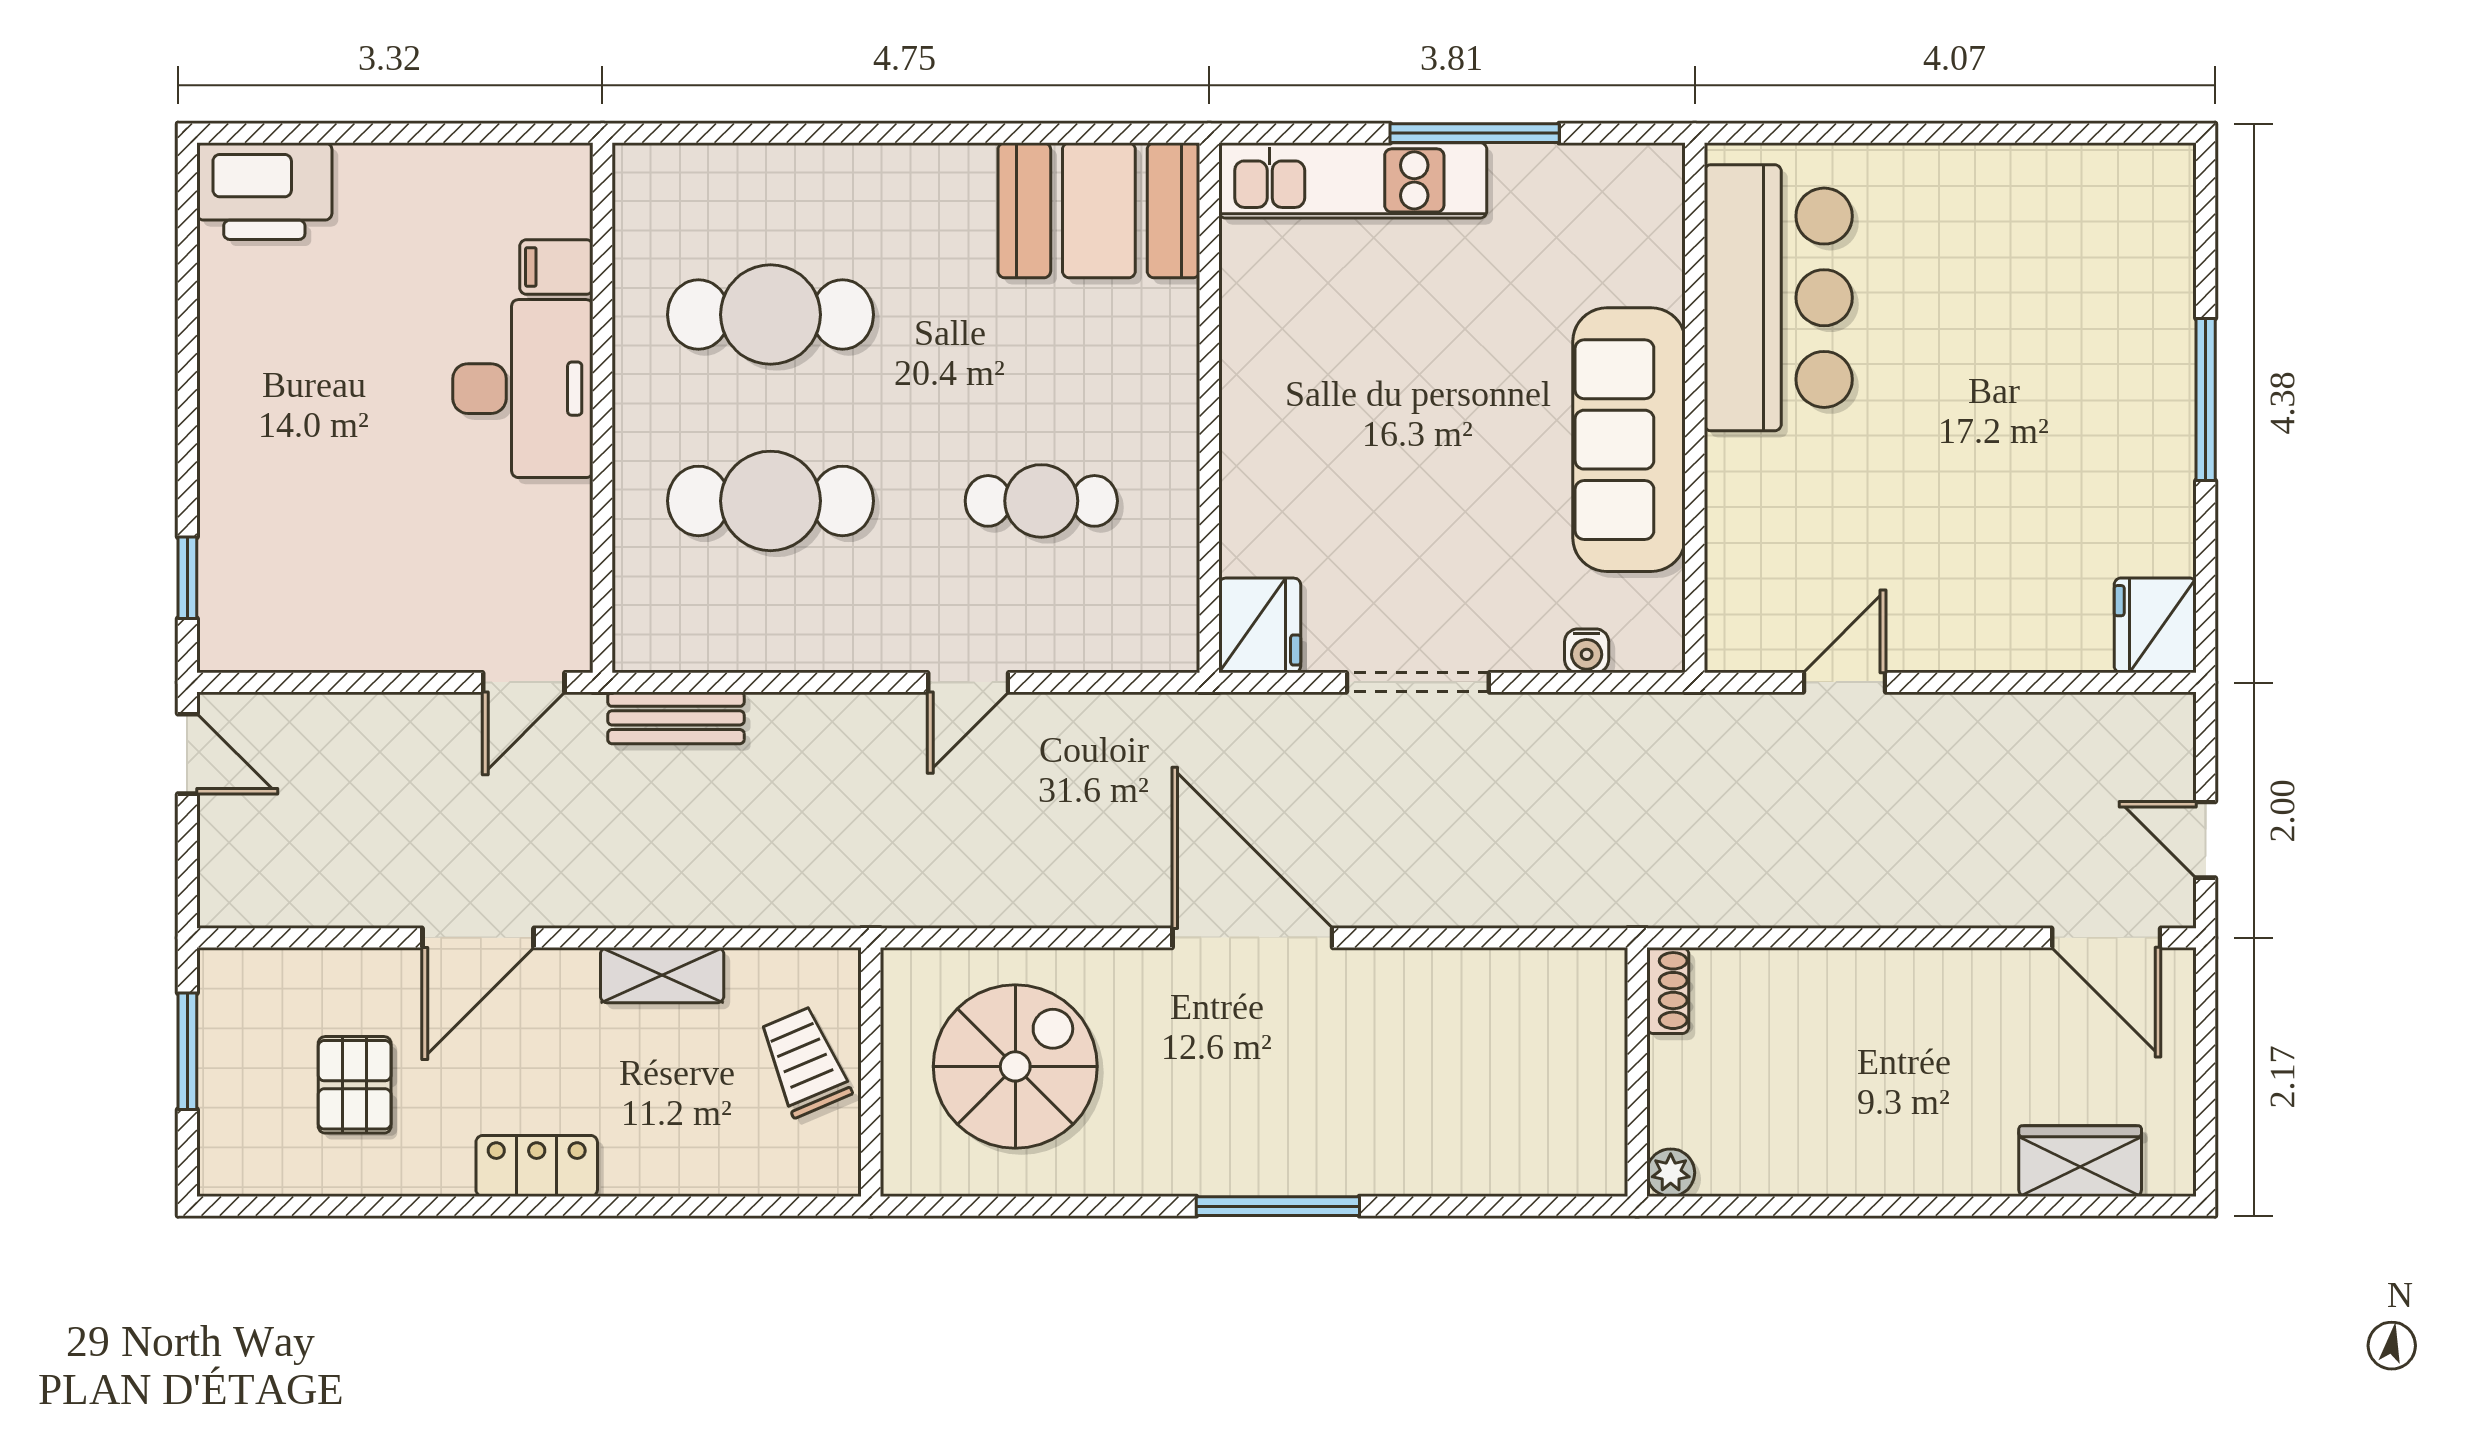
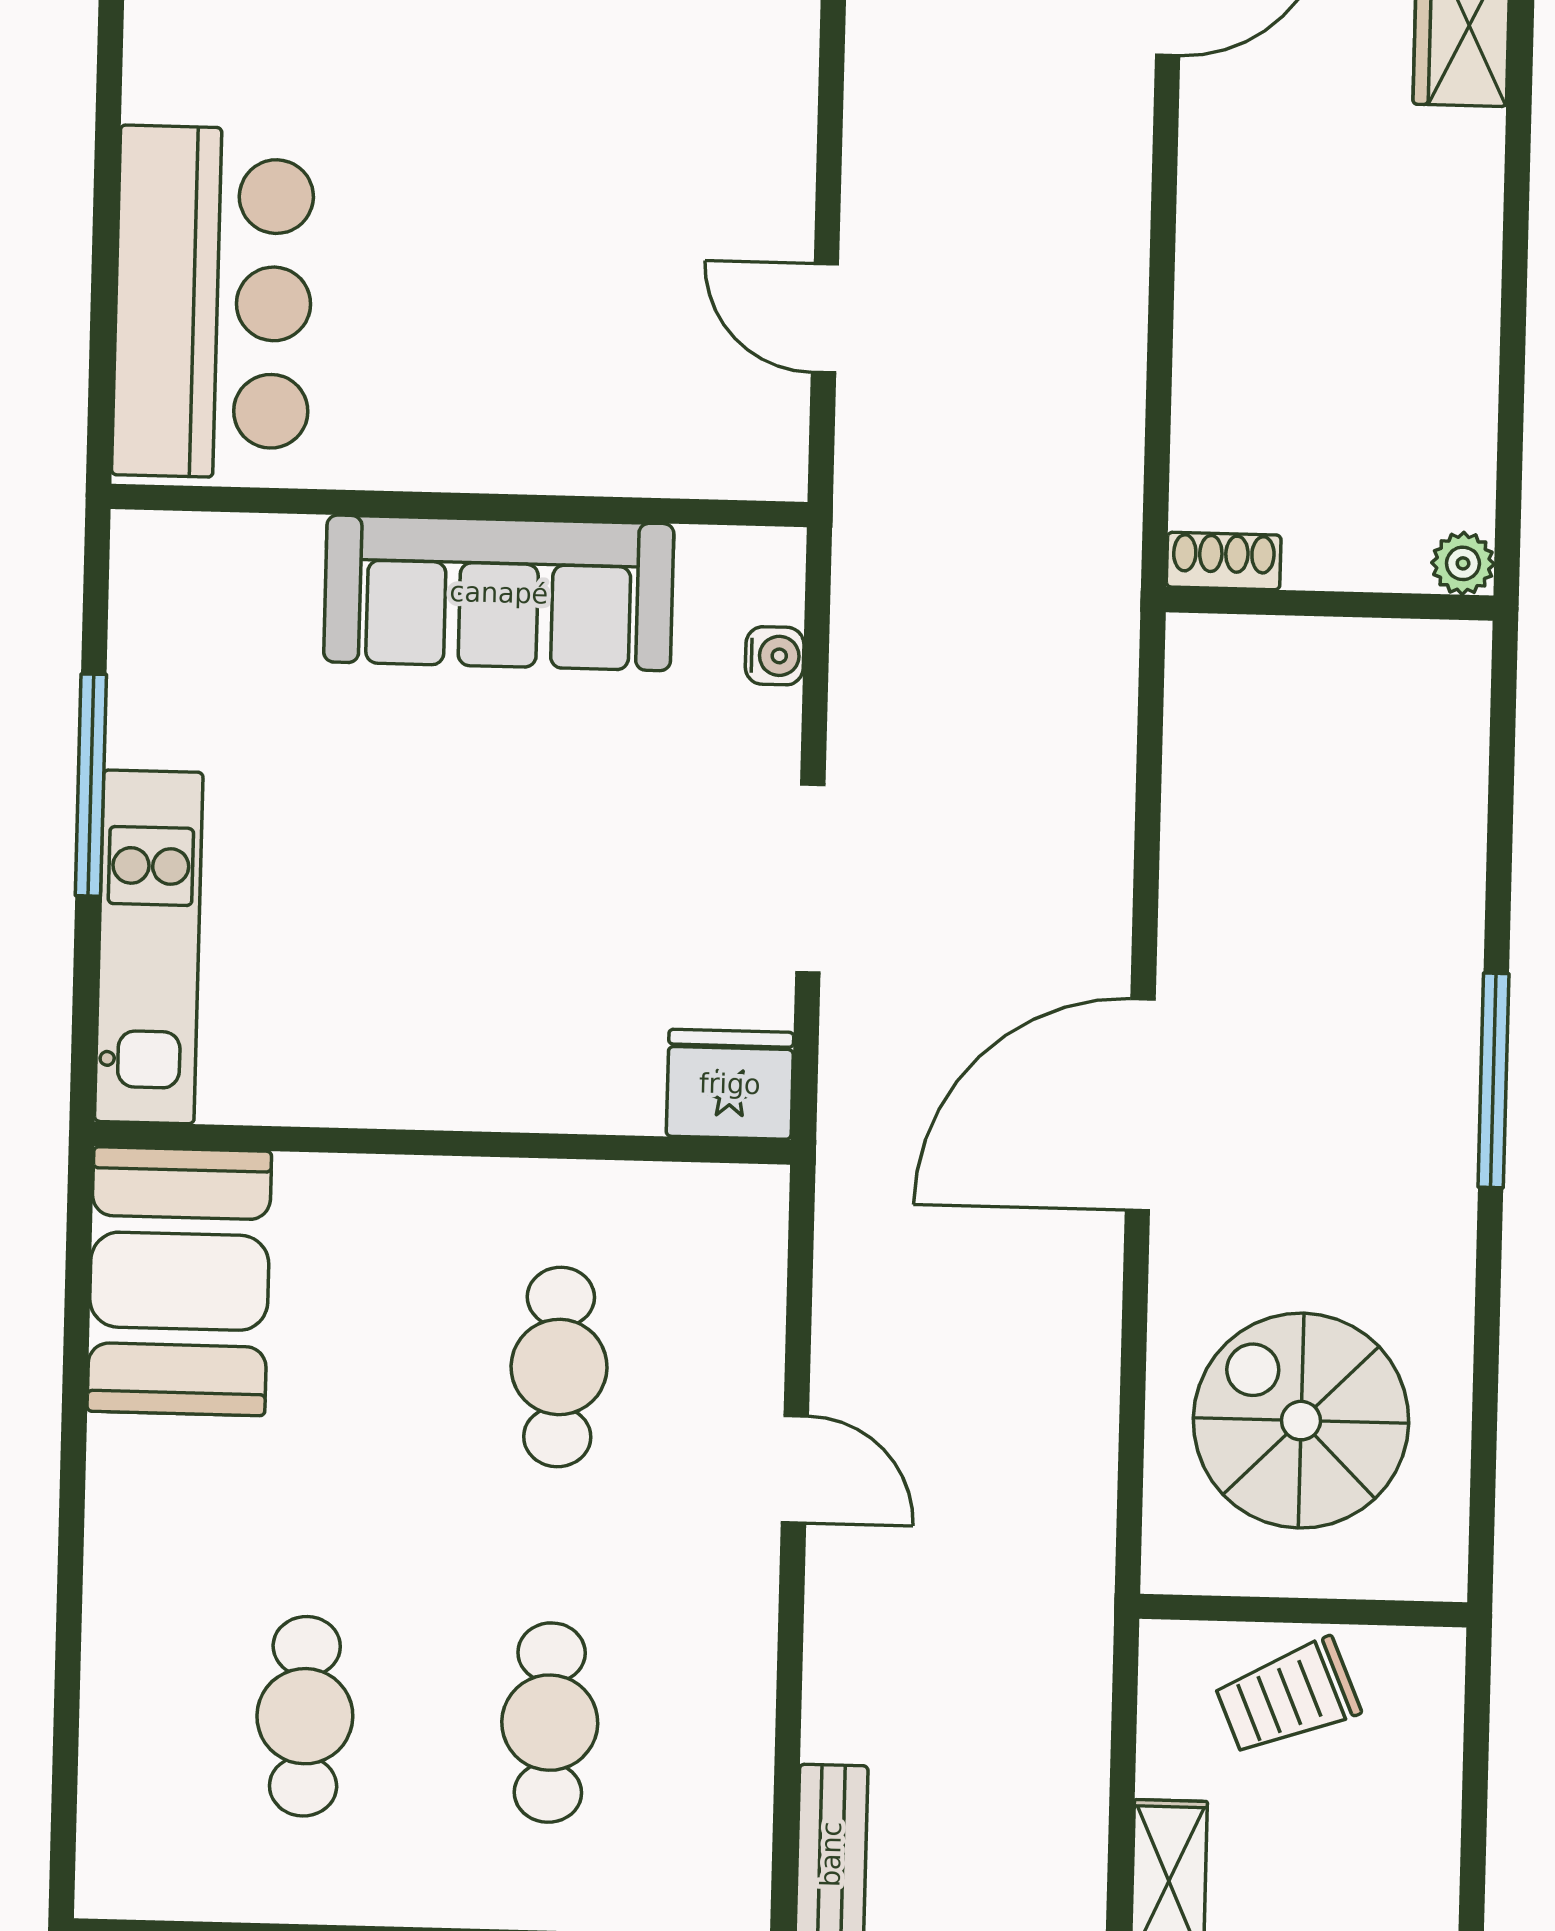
bar counter: (1778, 298) -> (213, 302), moved, turned 90
cafe table: (770, 315) -> (305, 1716), width x0.73, depth x0.74
cafe table: (770, 501) -> (550, 1723), width x0.73, depth x0.74

